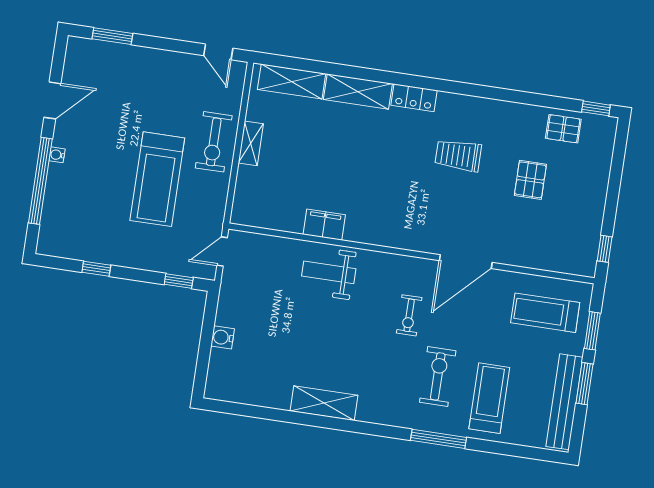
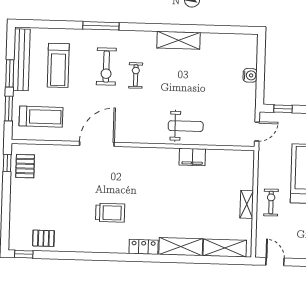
exercise bike: (214, 142) -> (271, 203), width x0.73, depth x0.72
pallet: (530, 180) -> (25, 166), moved
exercise bike: (409, 315) -> (136, 75), moved
treadmill: (489, 398) -> (58, 65), moved

